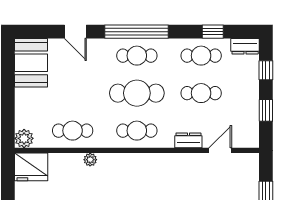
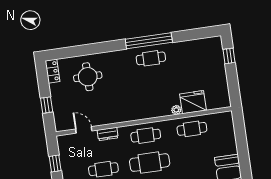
plant: (24, 138) -> (226, 118), removed
door: (220, 150) -> (84, 130), swing flipped
fridge: (31, 167) -> (193, 102), moved

